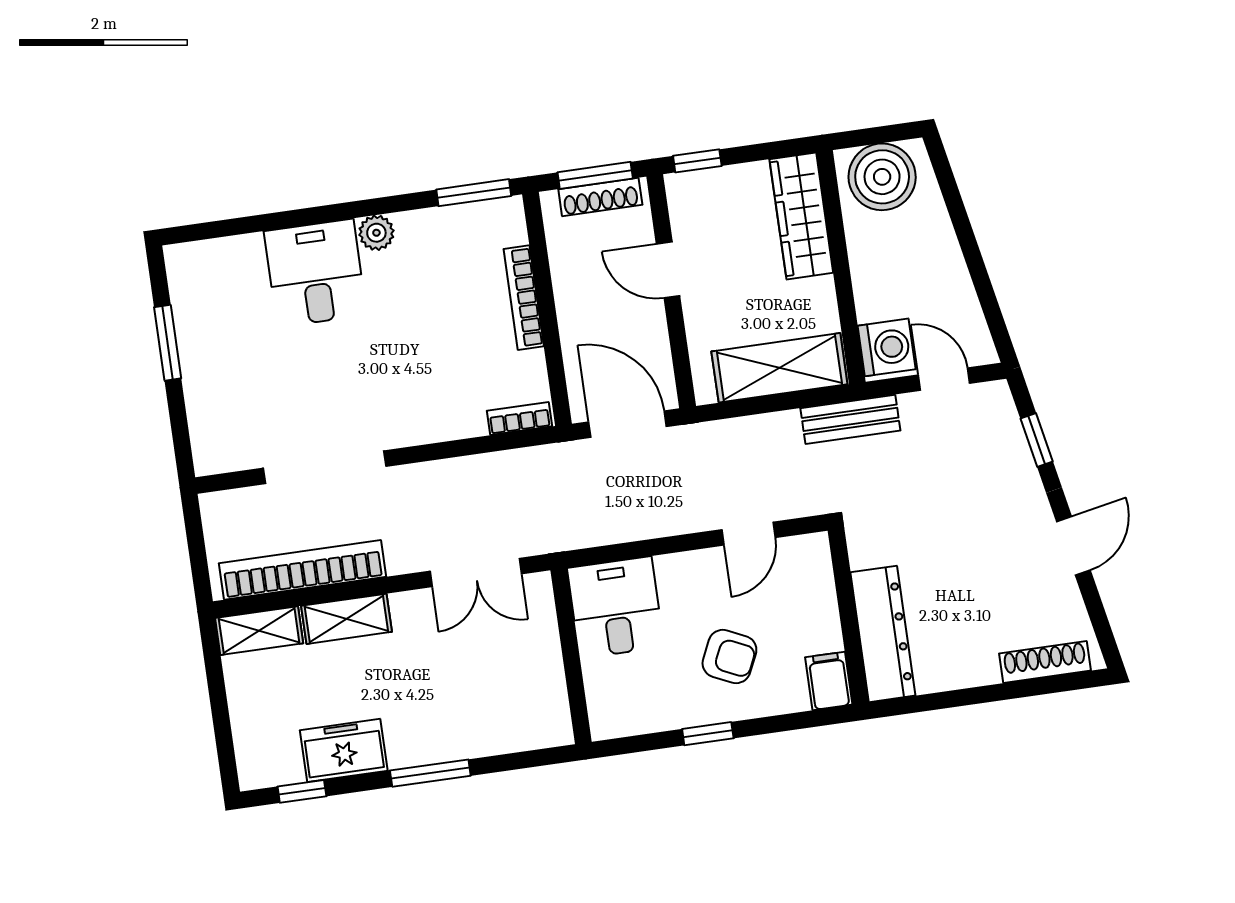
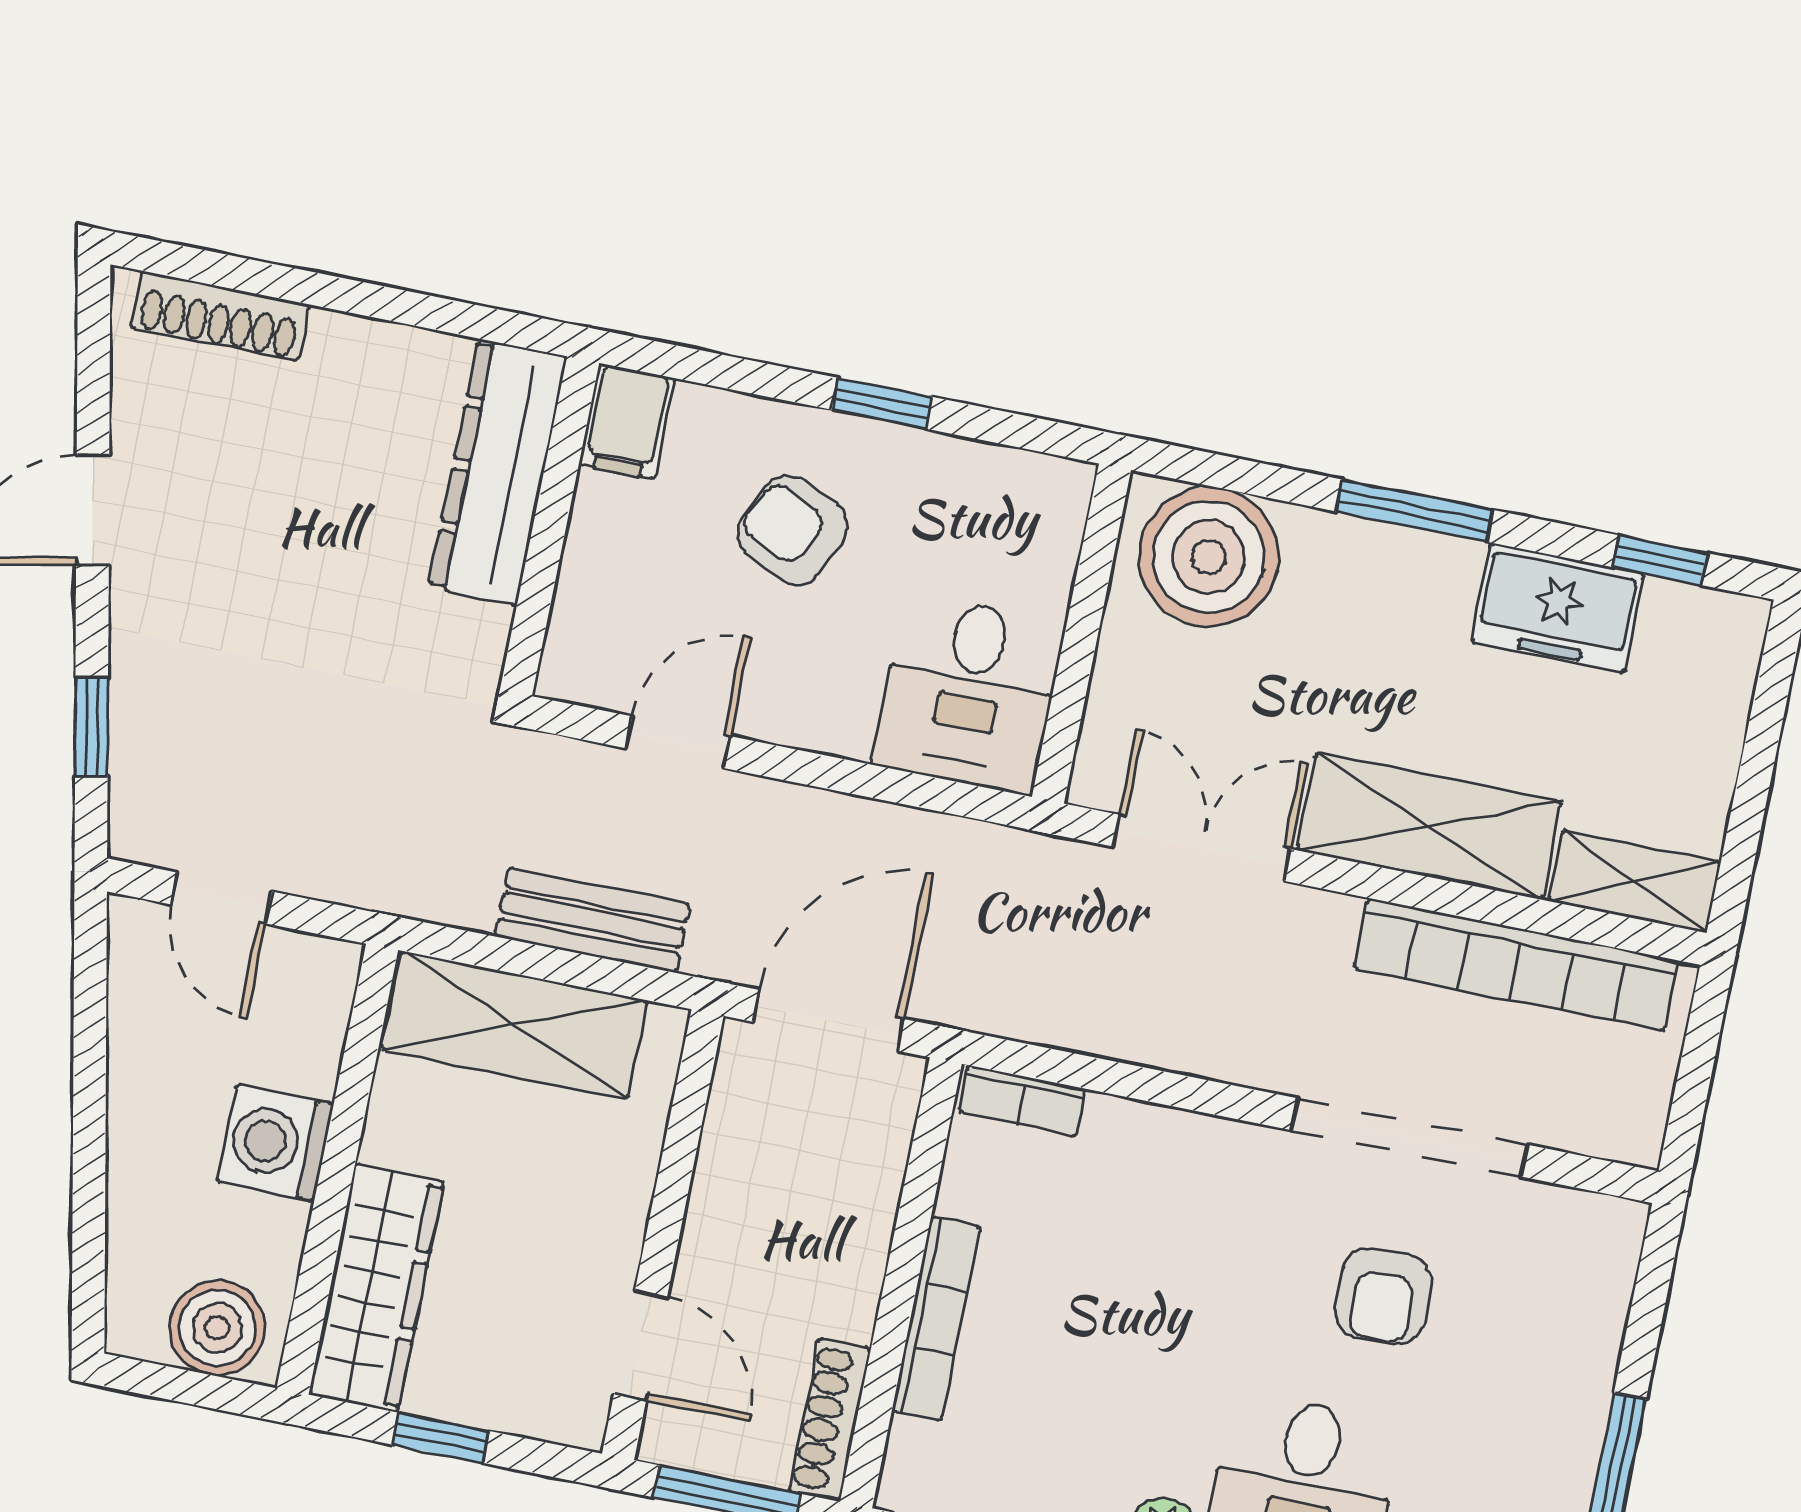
window: (697, 161) -> (441, 1438), moved
boiler: (882, 177) -> (217, 1328), width x0.73, depth x0.73
shoe rack: (600, 197) -> (830, 1420), moved, turned -90
door: (668, 270) -> (640, 1345), moved
washing machine: (887, 347) -> (275, 1143), moved
armchair: (310, 385) -> (1383, 1296), added
bench: (850, 419) -> (593, 920), moved
door: (628, 424) -> (828, 1020), swing flipped
shelving: (346, 619) -> (1429, 826), width x1.50, depth x1.33
boiler: (522, 715) -> (1209, 557), added

